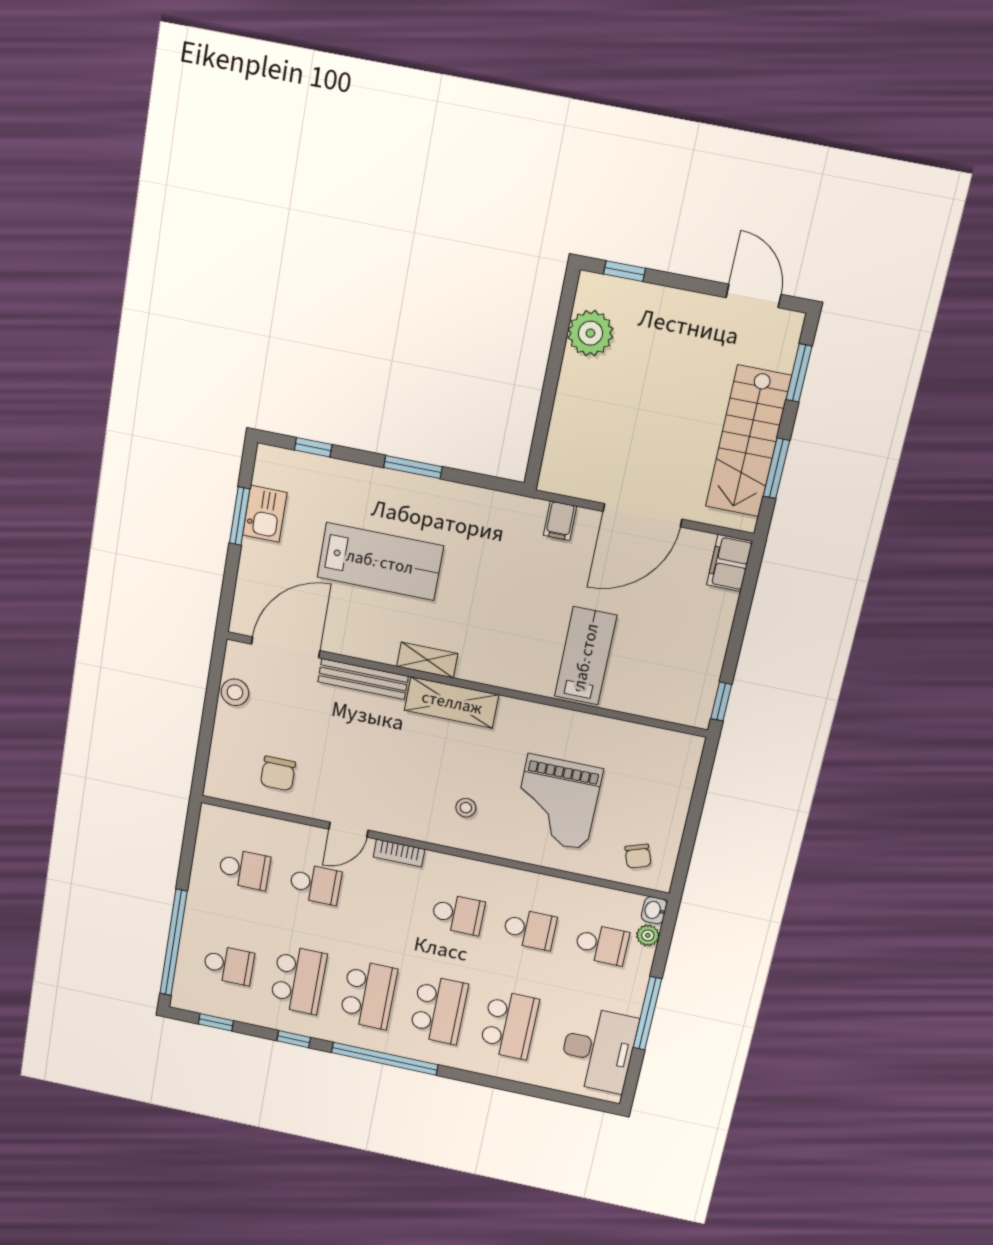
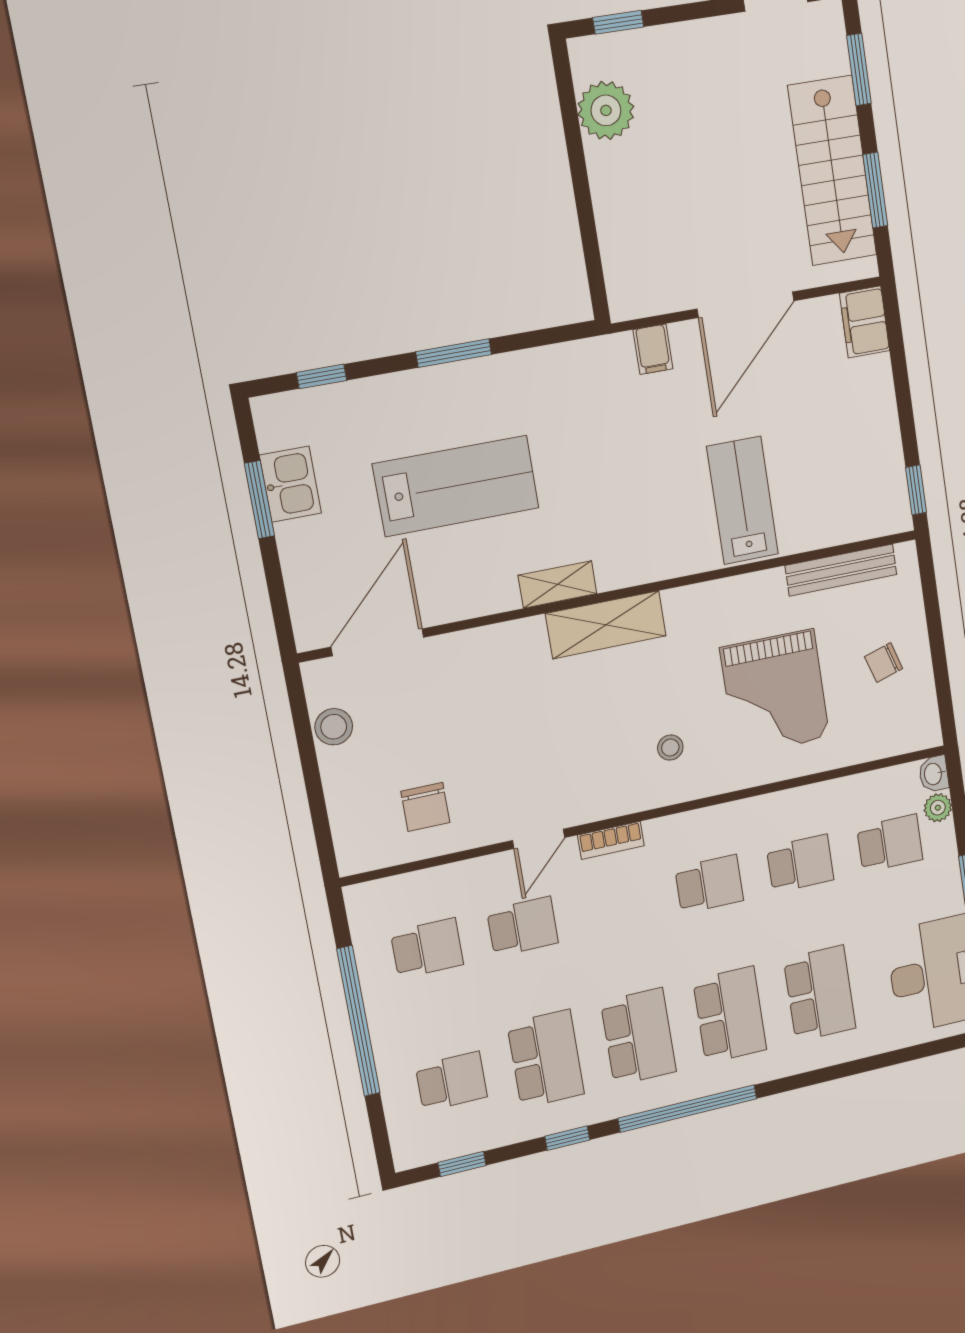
bench: (363, 679) -> (841, 570), moved
chair: (638, 856) -> (884, 663), moved, turned 92
window: (174, 943) -> (358, 1021), moved

